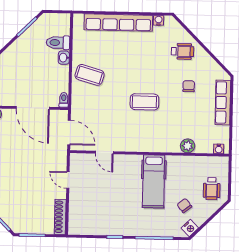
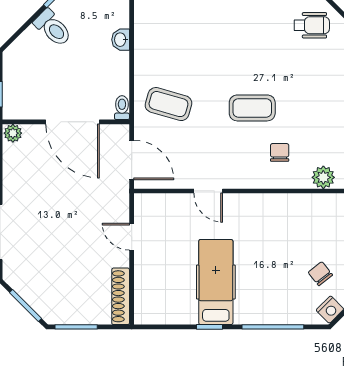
toilet: (58, 43) -> (53, 28), moved, turned -135
coffee table: (90, 75) -> (168, 104), moved
chair: (189, 86) -> (280, 152), moved
door: (104, 152) -> (208, 191), moved
hospital bed: (154, 181) -> (216, 282), moved, turned 180

